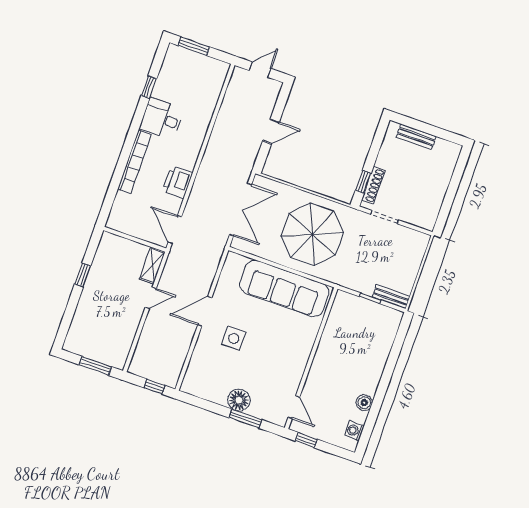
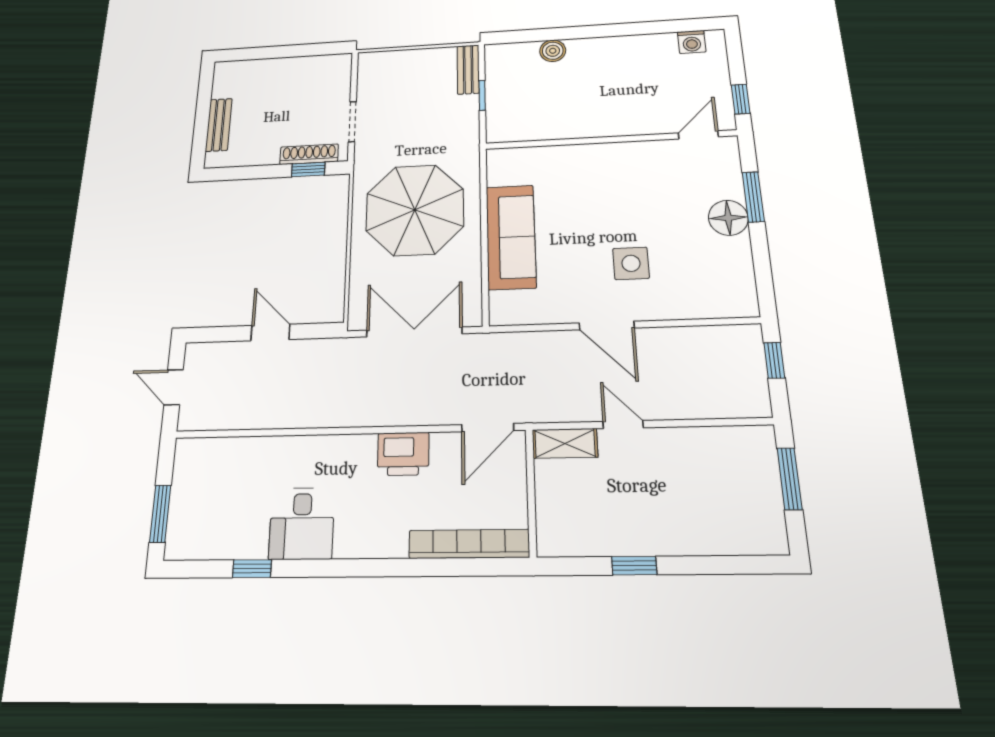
bookcase: (135, 162) -> (469, 544), moved
sofa: (284, 288) -> (511, 237), width x0.74, depth x0.79
boiler: (364, 403) -> (553, 51), moved

